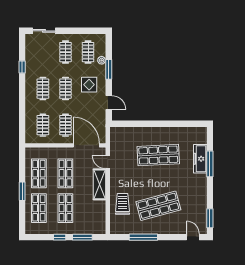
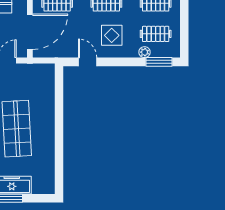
window: (109, 69) -> (159, 62), moved
door: (109, 102) -> (88, 62), swing flipped

